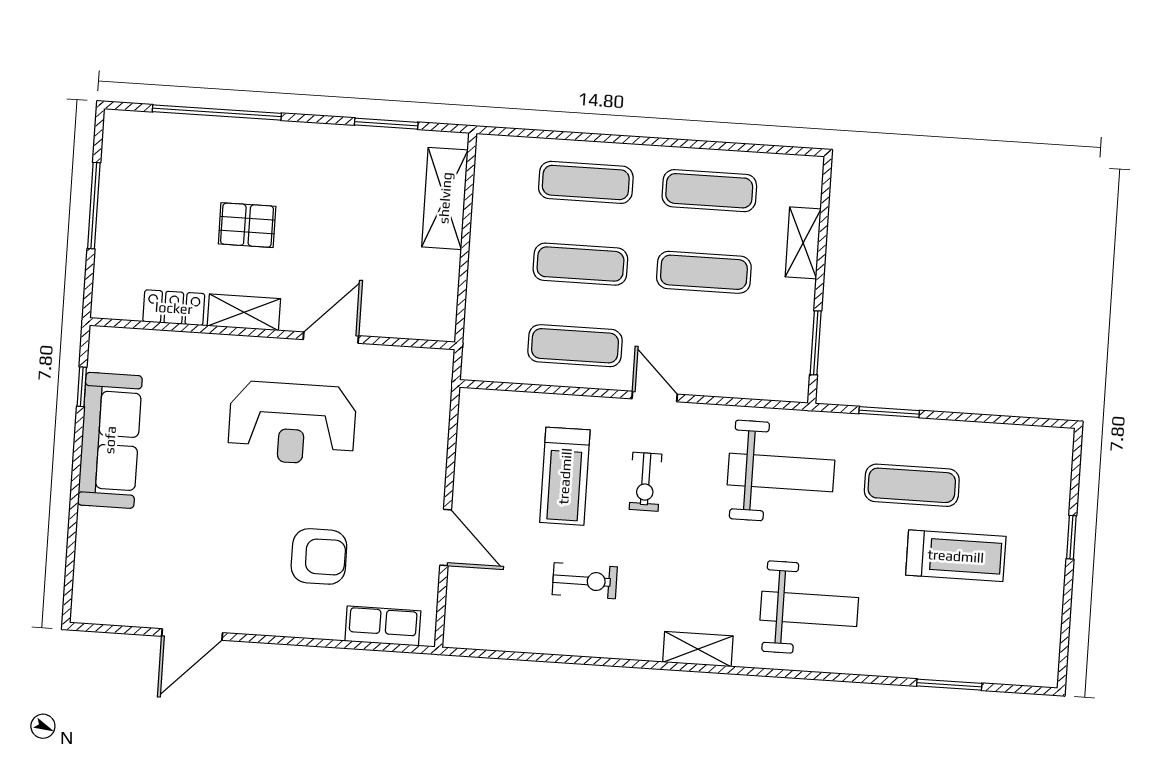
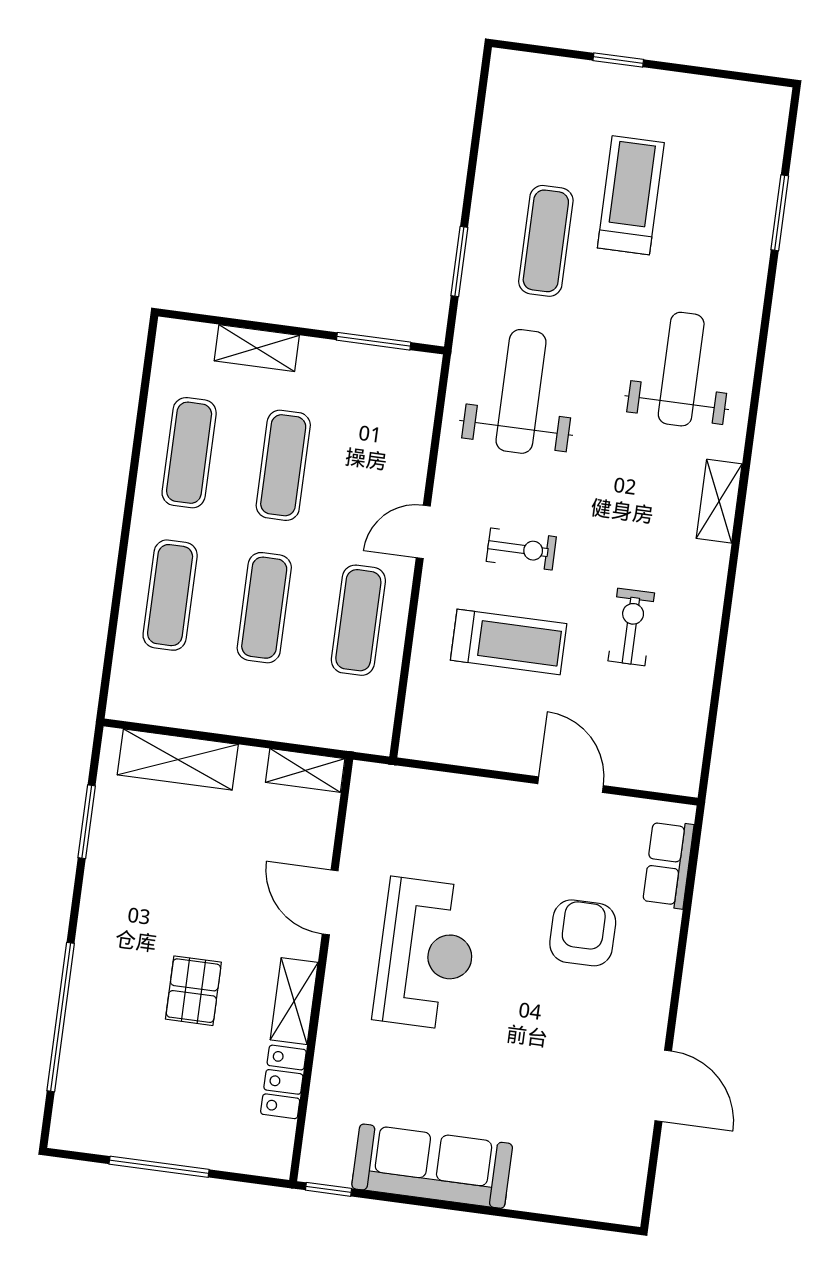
shelving: (443, 309) -> (305, 770), added
window: (82, 387) -> (329, 1189), moved
door: (446, 537) -> (570, 785), hinge flipped

